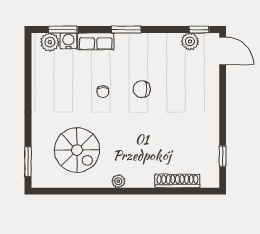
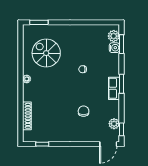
row of seats: (96, 41) -> (114, 88), moved
chair: (142, 89) -> (84, 111), moved
spiral stairs: (77, 150) -> (46, 53), turned 90

